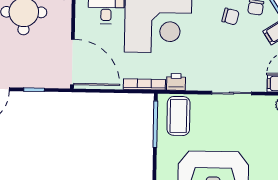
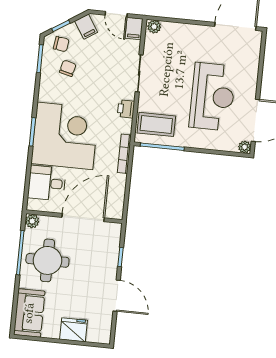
door: (72, 62) -> (83, 218), moved
printer: (176, 82) -> (126, 109), moved

